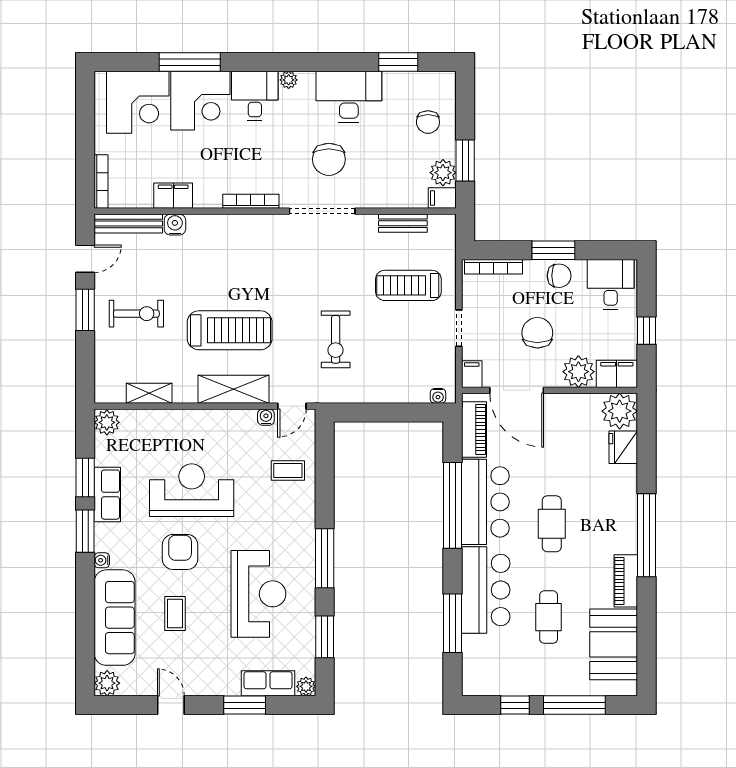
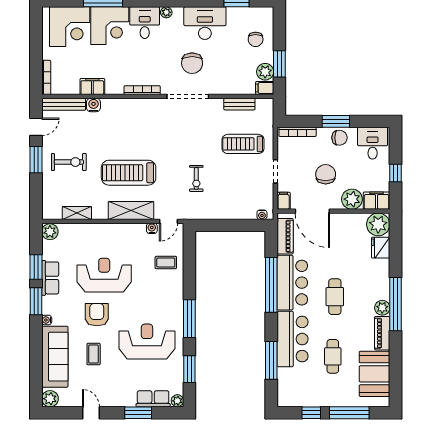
treadmill: (230, 330) -> (129, 173), turned 180
exercise bike: (336, 339) -> (196, 178), width x0.73, depth x0.72
plant: (626, 541) -> (382, 308), added
reception desk: (258, 594) -> (147, 341), turned -90

